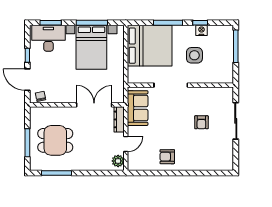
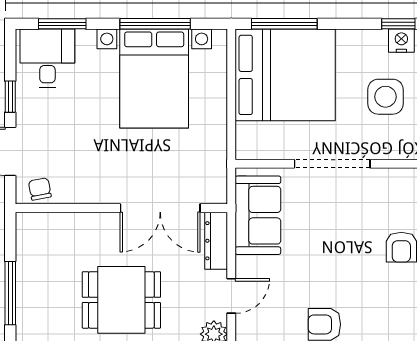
window: (168, 23) -> (284, 24), moved
desk: (48, 38) -> (47, 58), width x0.73
double door: (94, 105) -> (160, 208), swing flipped
dining table: (55, 140) -> (121, 300), moved

